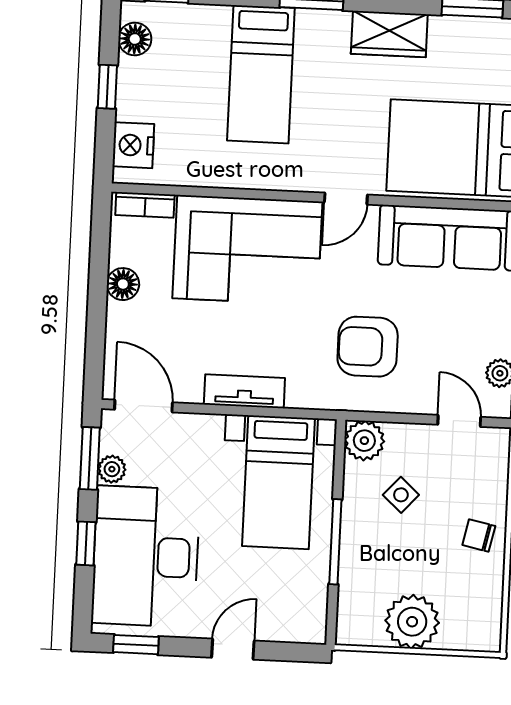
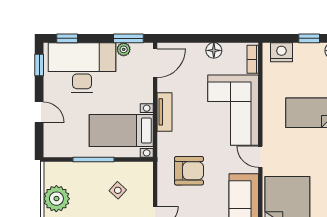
armchair: (368, 347) -> (189, 171), turned 90
plant: (364, 441) -> (143, 171), removed
window: (86, 543) -> (67, 38), moved

